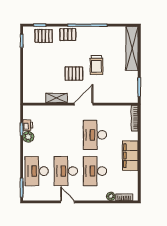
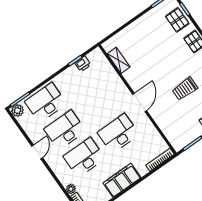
pallet: (74, 74) -> (162, 73), removed
shelving: (57, 98) -> (119, 60), moved
door: (84, 104) -> (140, 102), hinge flipped
plant: (28, 137) -> (17, 111), moved

